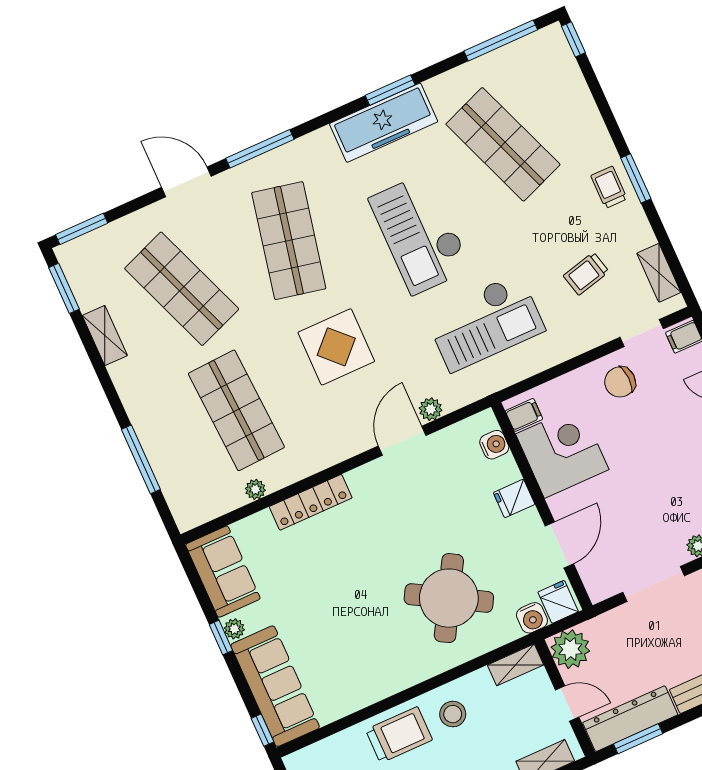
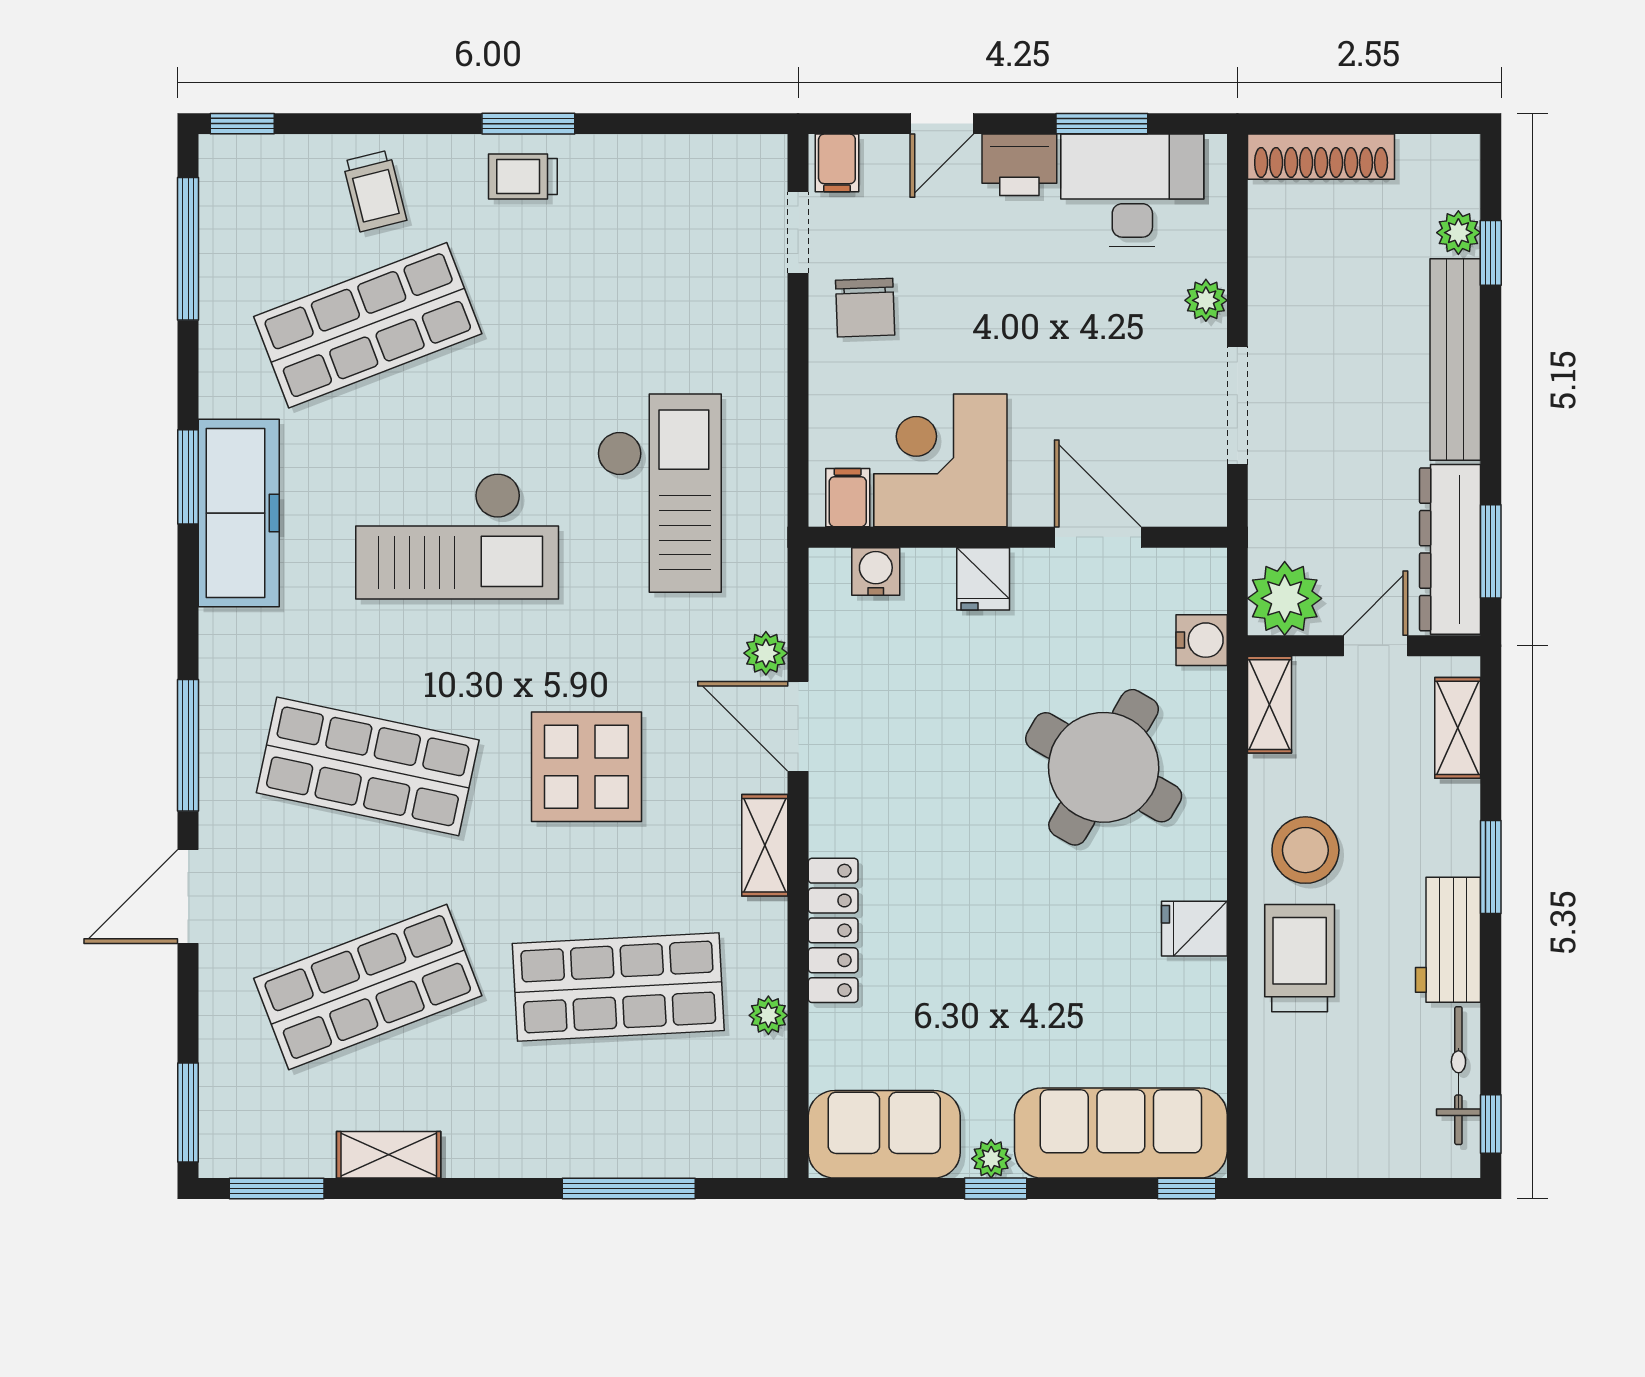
shelving: (659, 273) -> (765, 845), moved, turned 90
trolley: (586, 274) -> (375, 191), moved
fridge: (558, 602) -> (1194, 929), moved
stool: (453, 714) -> (1305, 850), width x1.38, depth x1.38

